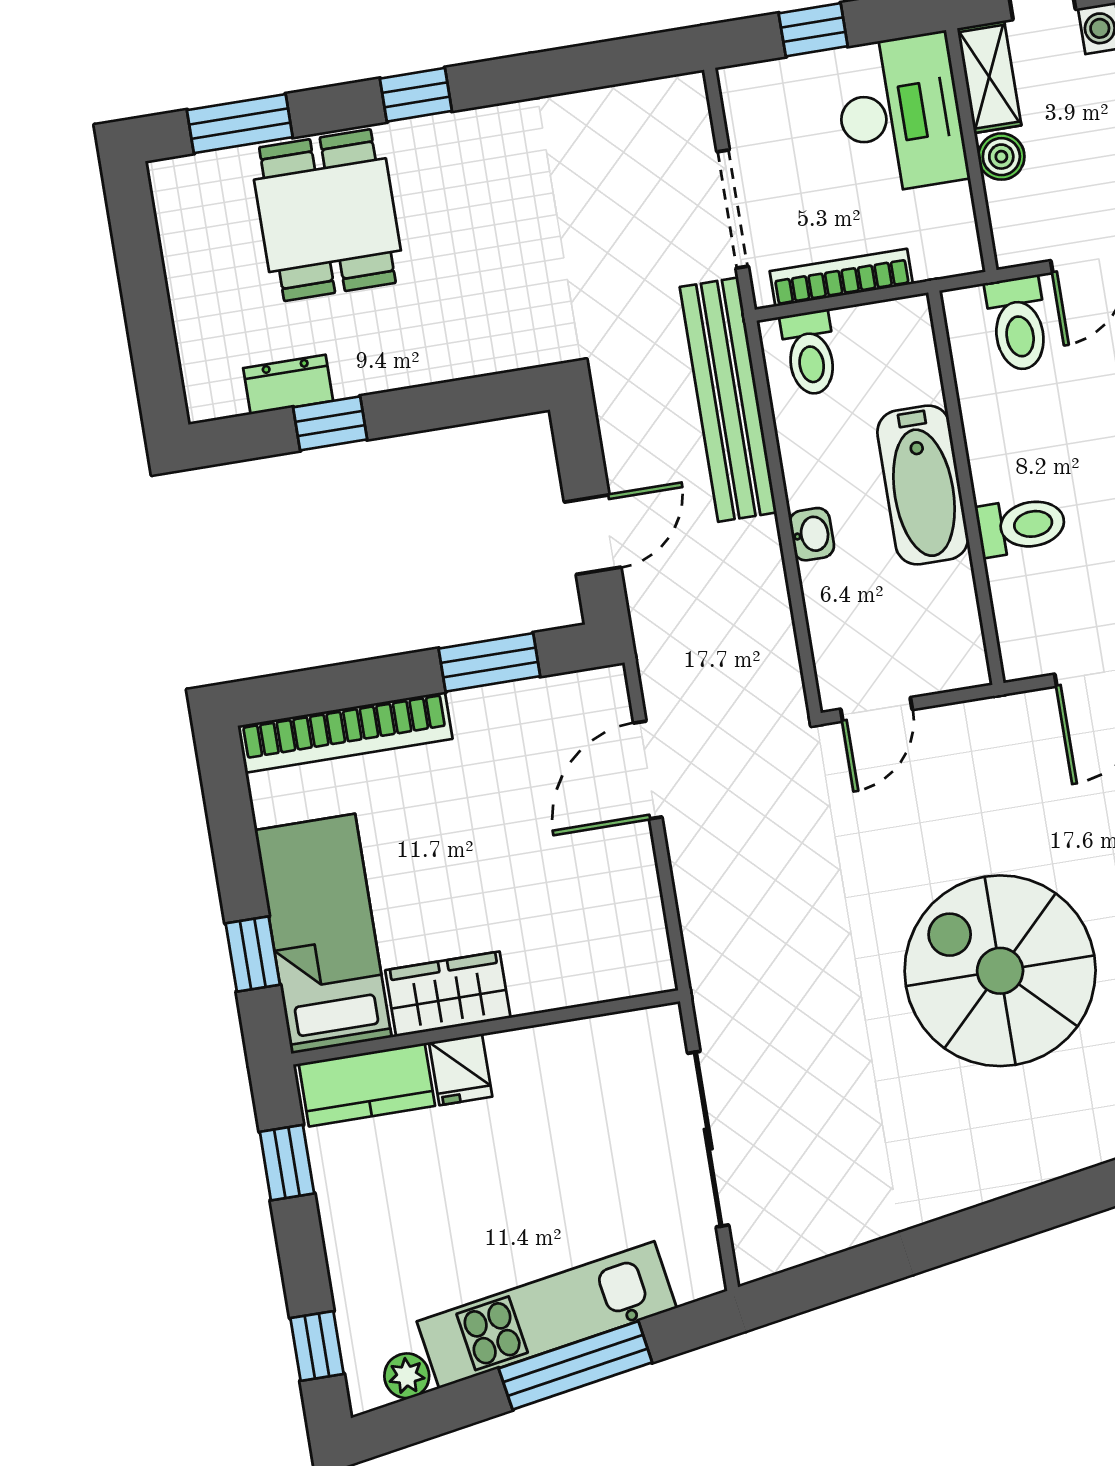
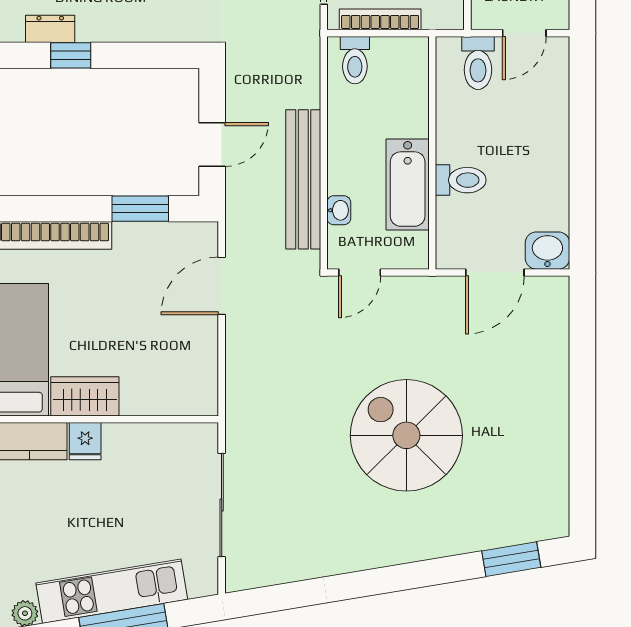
bench: (728, 400) -> (303, 179), moved
bathtub: (923, 485) -> (408, 184), moved
washbasin: (812, 534) -> (339, 210), moved

